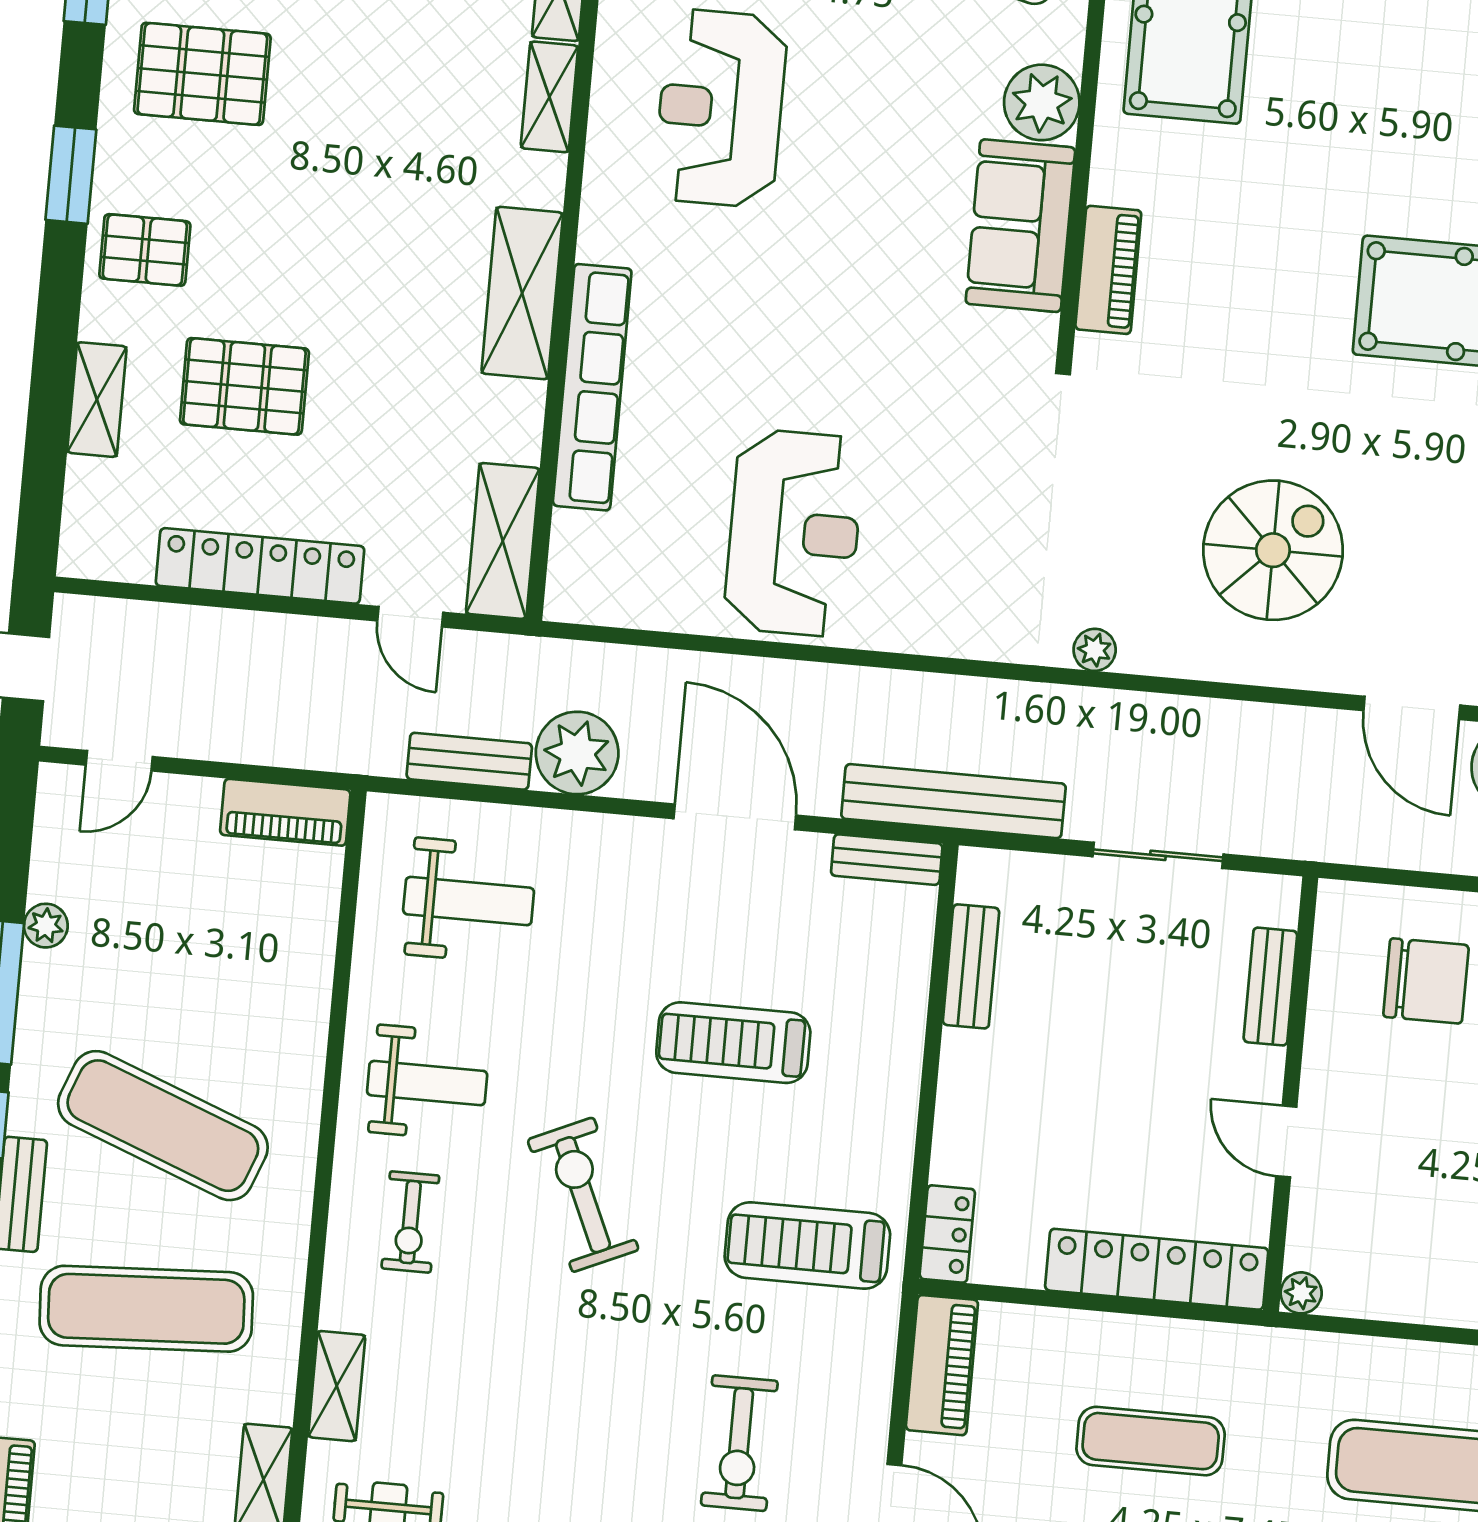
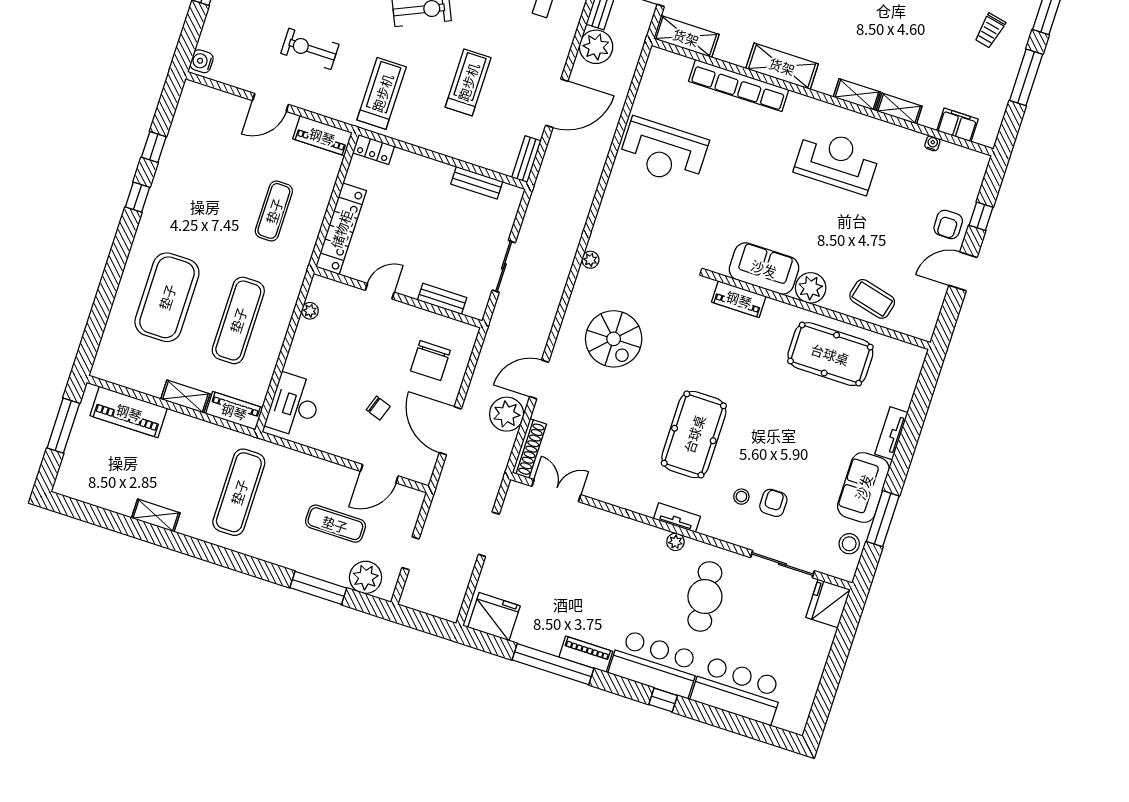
bench: (953, 801) -> (543, 191), removed
plant: (1301, 1293) -> (310, 311), moved

